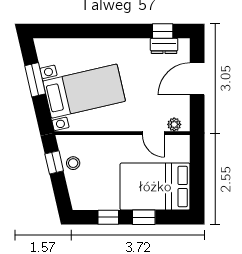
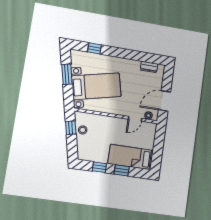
window: (163, 31) -> (94, 48), moved
door: (197, 79) -> (165, 101), moved
door: (153, 133) -> (135, 119), hinge flipped
bed: (155, 187) -> (131, 157), width x0.67

